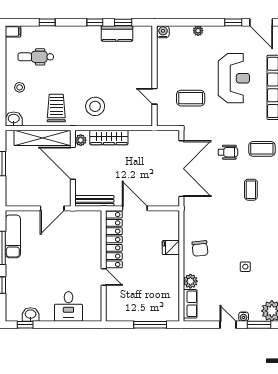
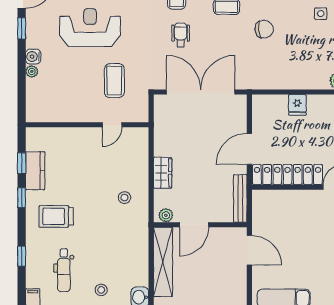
water cooler: (163, 32) -> (33, 57), moved
stool: (95, 106) -> (124, 198), width x0.53, depth x0.53
trolley: (56, 108) -> (56, 216), moved
wardrobe: (109, 137) -> (163, 173), width x0.67
door: (73, 163) -> (194, 225), width x0.73
chair: (200, 248) -> (264, 29), moved

